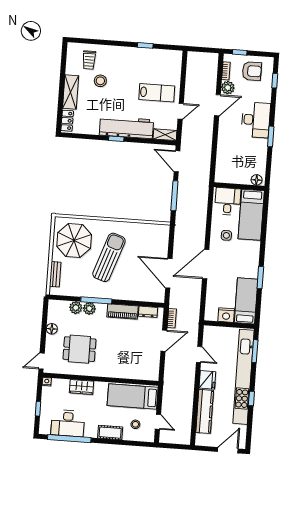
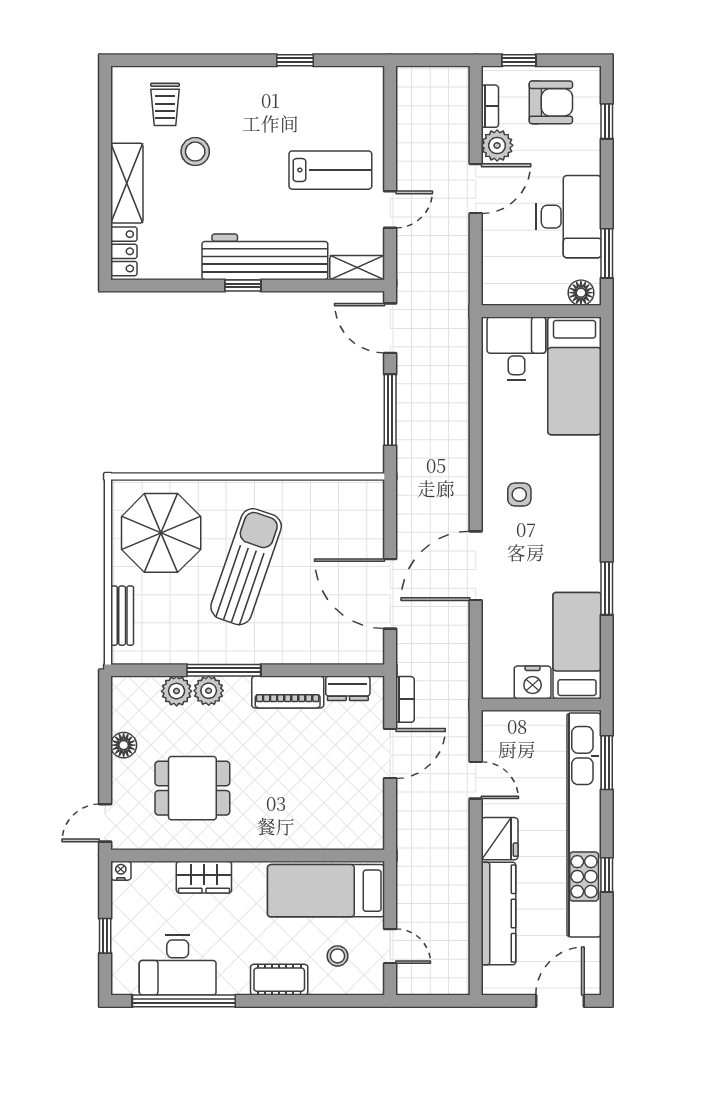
floor lamp: (257, 180) -> (581, 293), moved
wall: (239, 186) -> (541, 311), moved
desk: (228, 201) -> (516, 348), moved
bed: (251, 215) -> (574, 376), moved

